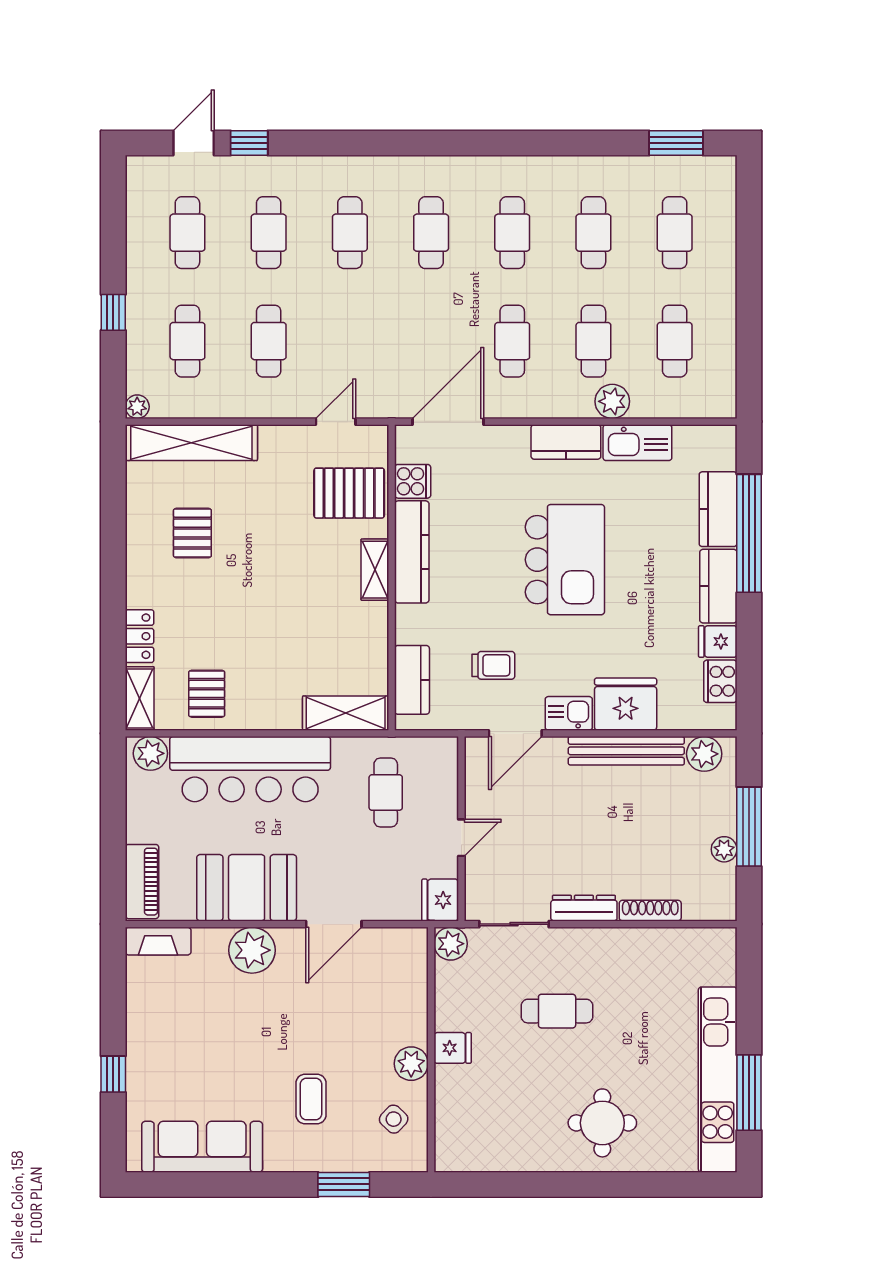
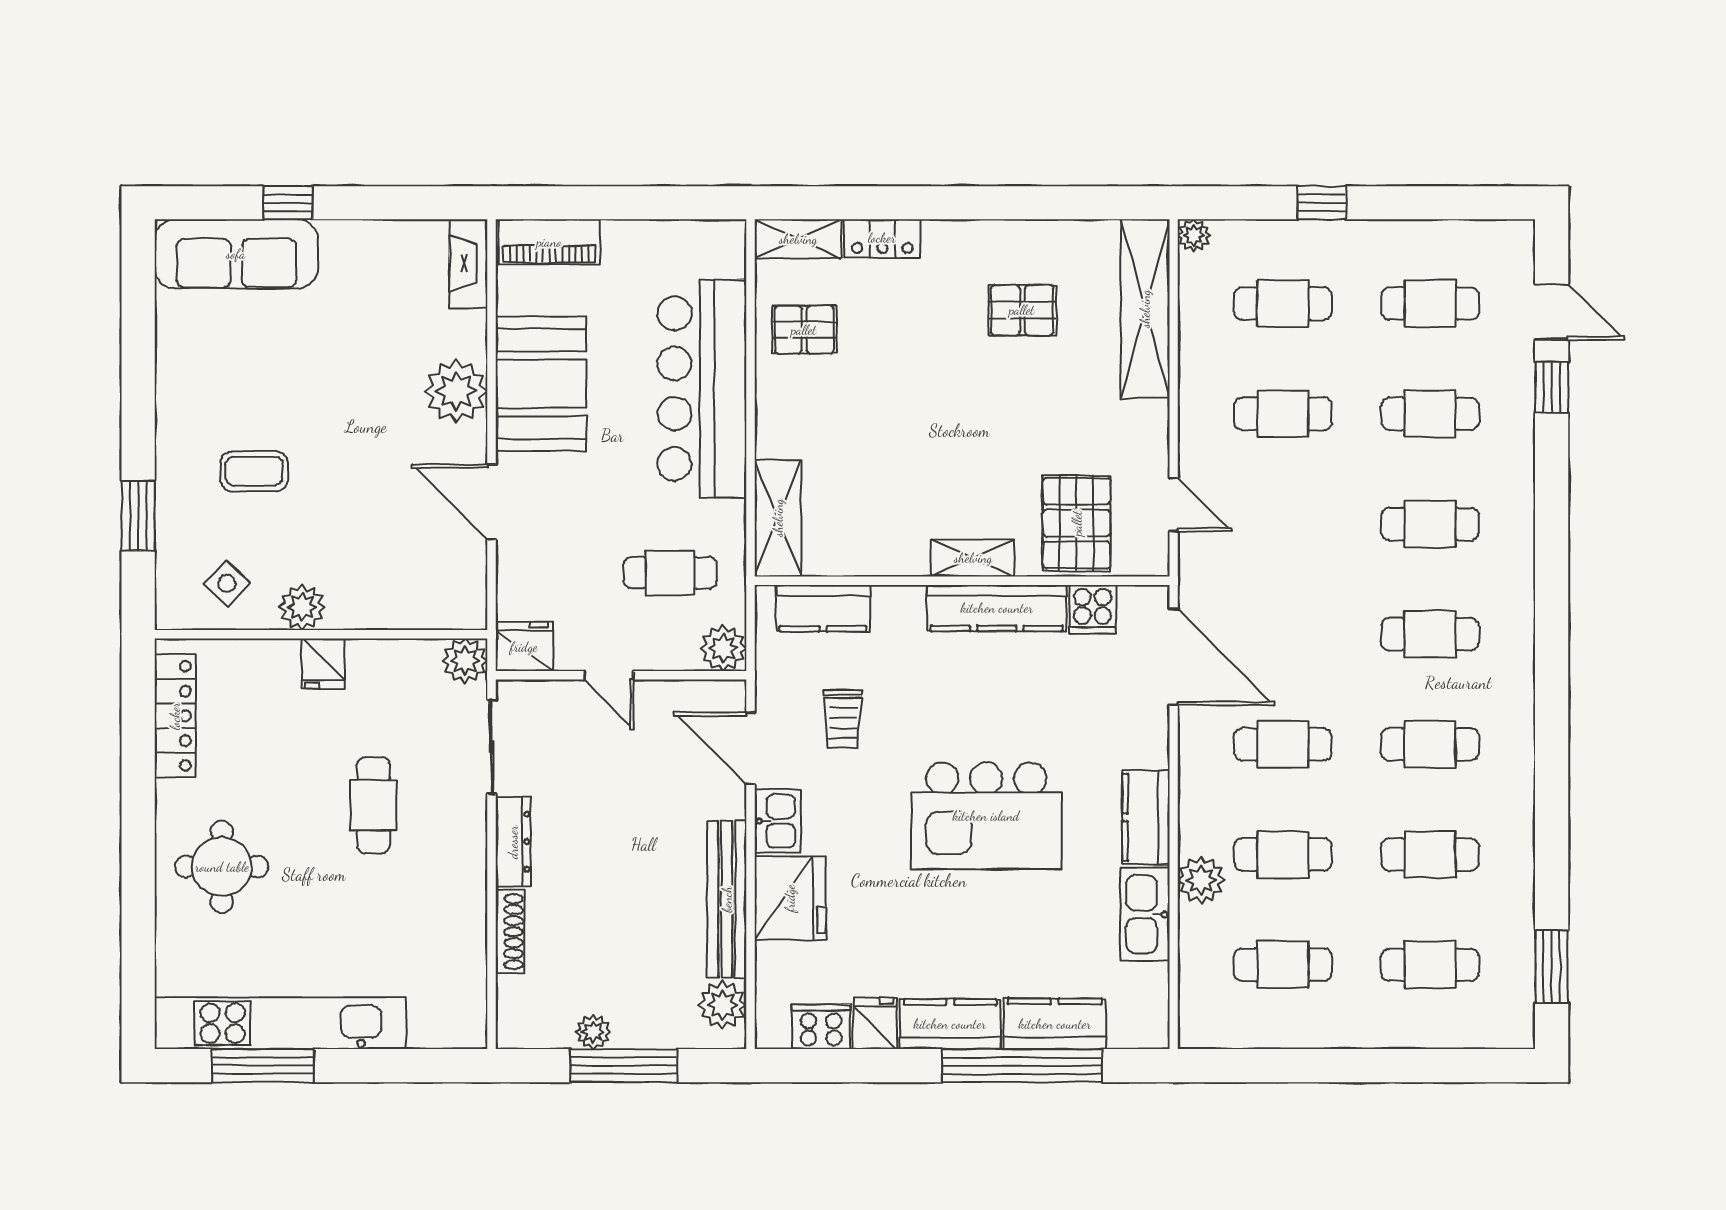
plant: (150, 753) -> (723, 648), moved
sofa: (202, 1147) -> (236, 254), moved, turned 90
locker: (491, 1157) -> (175, 716), added

